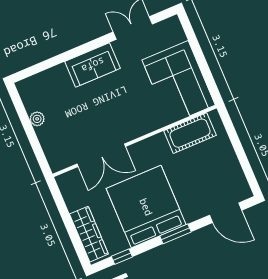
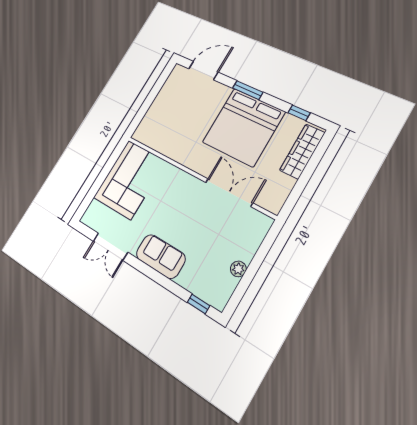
window: (34, 70) -> (199, 304), added
cot: (190, 133) -> (162, 141), removed
door: (226, 213) -> (203, 71), hinge flipped

